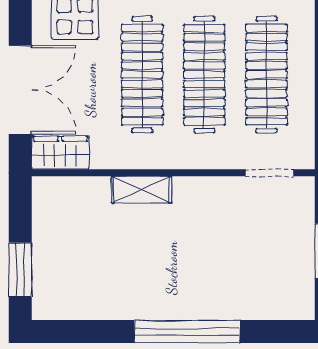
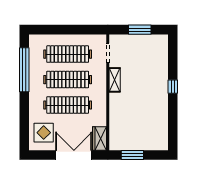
shelving: (141, 190) -> (115, 80), moved
window: (20, 270) -> (132, 155), moved
window: (187, 332) -> (173, 87), width x0.32

